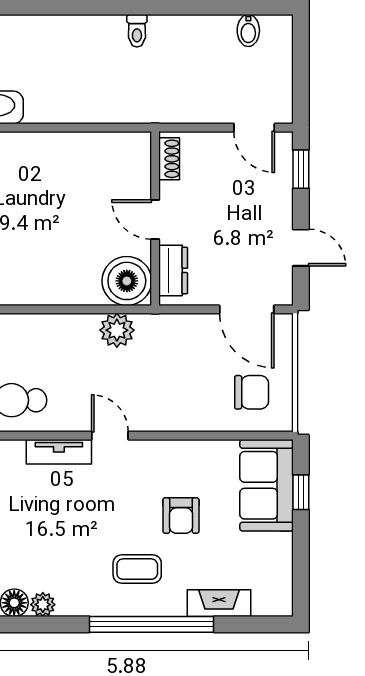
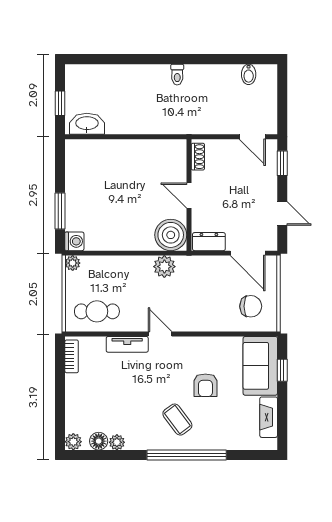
dresser: (173, 270) -> (209, 242), moved, turned -90
coffee table: (137, 569) -> (177, 420), turned 53
fireplace: (219, 603) -> (269, 417), moved, turned -90

